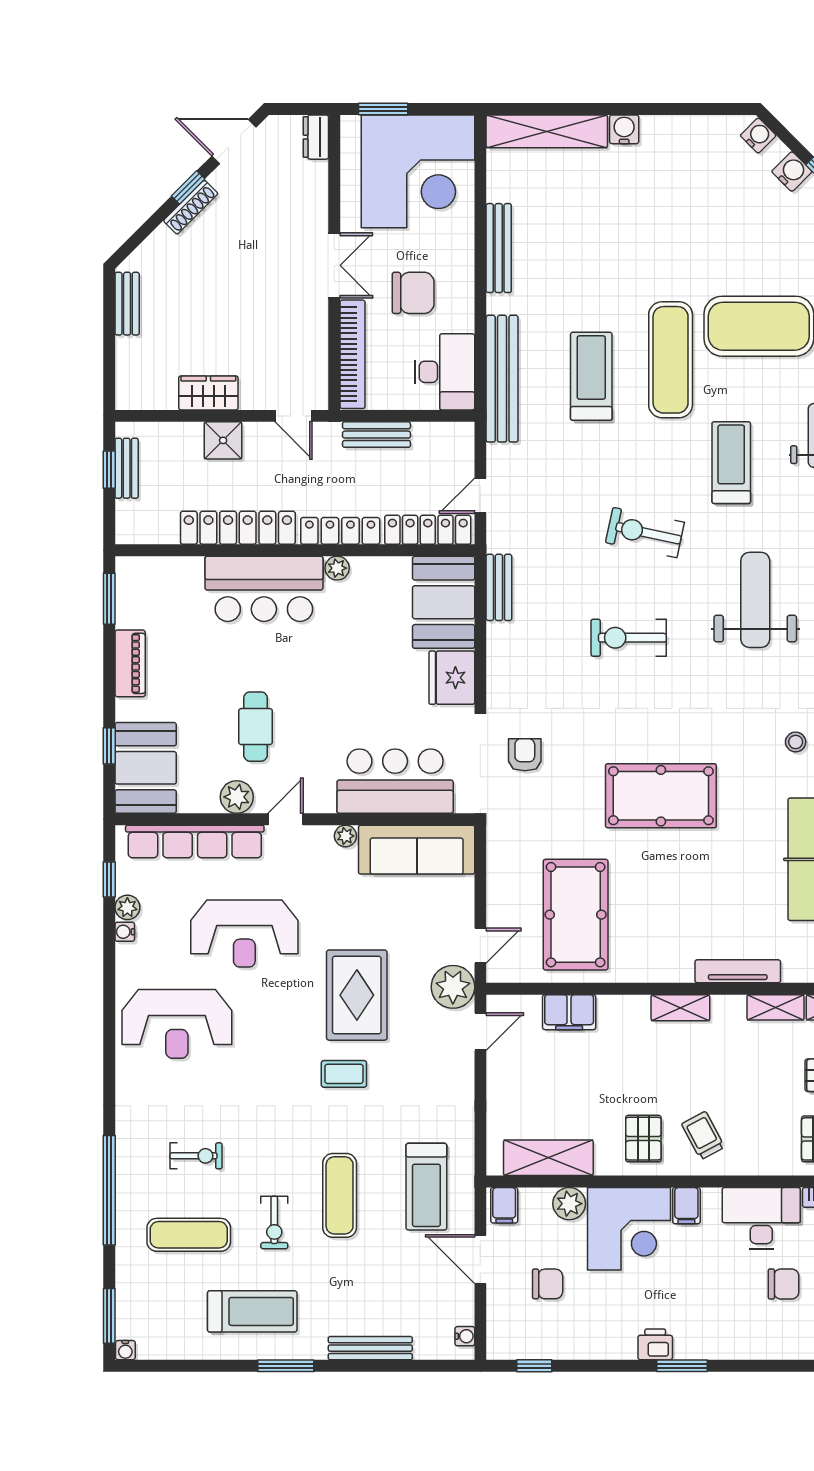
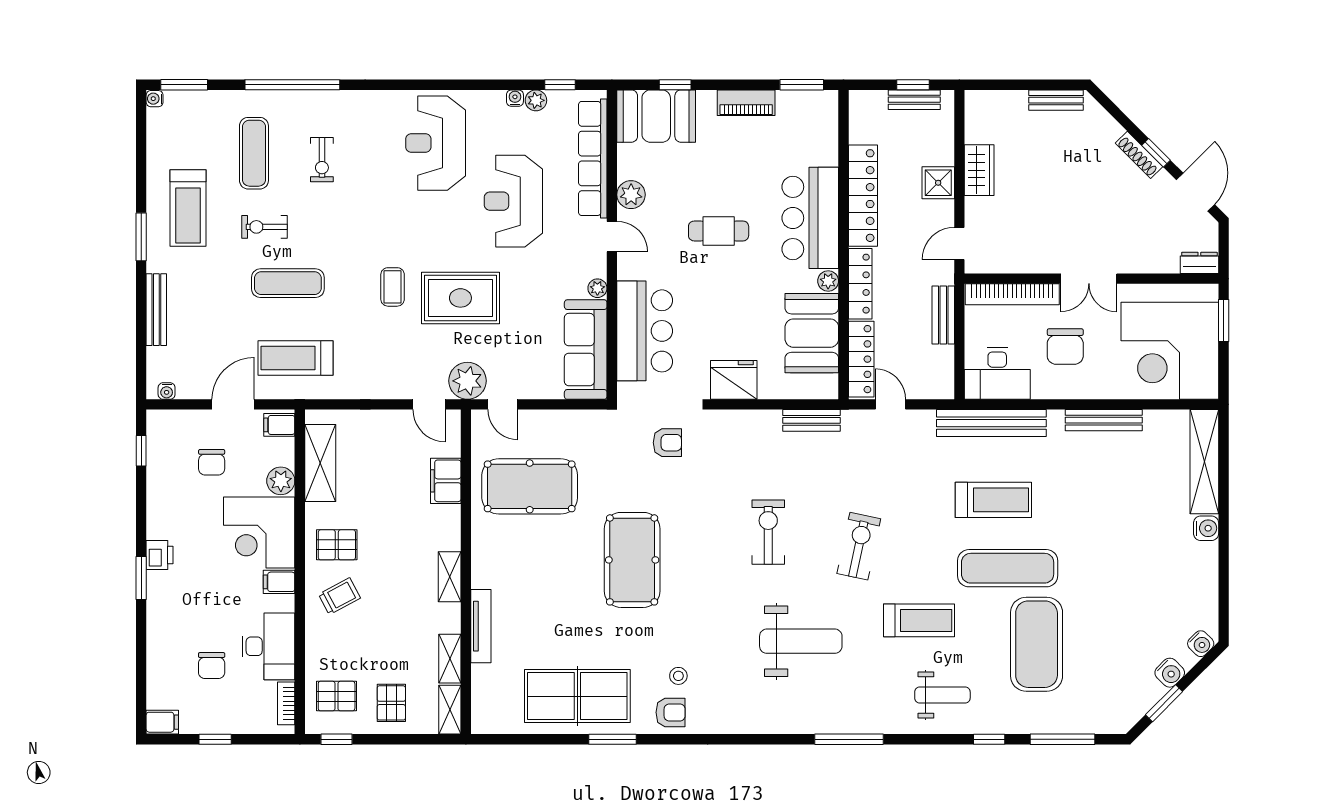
booth: (444, 602) -> (812, 333), moved, turned 90
cafe table: (255, 727) -> (719, 231), moved

